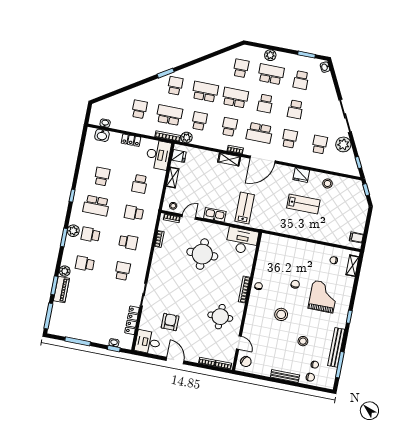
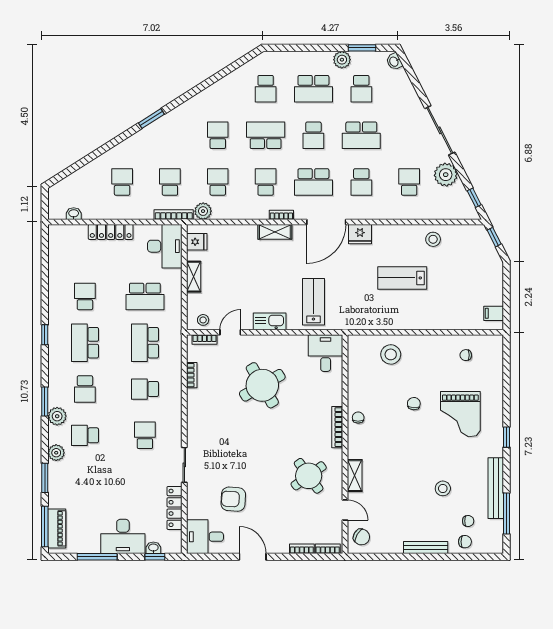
plant: (270, 55) -> (342, 60), moved
school desk: (241, 68) -> (266, 89), turned 180
school desk: (271, 74) -> (313, 89), turned 180
school desk: (175, 86) -> (170, 135), removed
school desk: (205, 92) -> (218, 135), width x0.54
school desk: (295, 109) -> (361, 135), width x1.85
school desk: (169, 115) -> (170, 182), width x0.54
washbasin: (102, 135) -> (73, 233), removed
school desk: (290, 139) -> (361, 182), turned 180
locker: (131, 140) -> (111, 232), width x1.53
fridge: (301, 175) -> (360, 234), moved
school desk: (140, 184) -> (145, 296), width x1.85
lab bench: (303, 204) -> (402, 278), turned 180
school desk: (96, 206) -> (85, 343), turned 90
school desk: (134, 213) -> (145, 343), width x1.85
plant: (73, 231) -> (57, 416), moved
school desk: (91, 235) -> (85, 389), turned -90
desk: (242, 241) -> (326, 353), width x0.73
school desk: (128, 242) -> (145, 389), turned 180
round table: (202, 254) -> (262, 385), turned -30
shelving: (352, 266) -> (355, 476), moved
piano: (61, 289) -> (57, 528), moved
grand piano: (323, 297) -> (460, 414), turned 180
stool: (281, 314) -> (391, 354), moved
round table: (220, 317) -> (309, 476), turned -36
armchair: (170, 322) -> (233, 499), turned -86
desk: (96, 332) -> (123, 536), added

